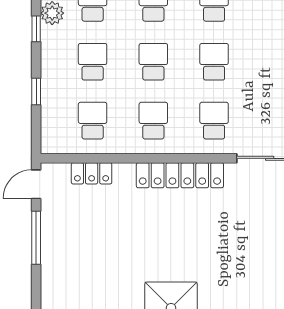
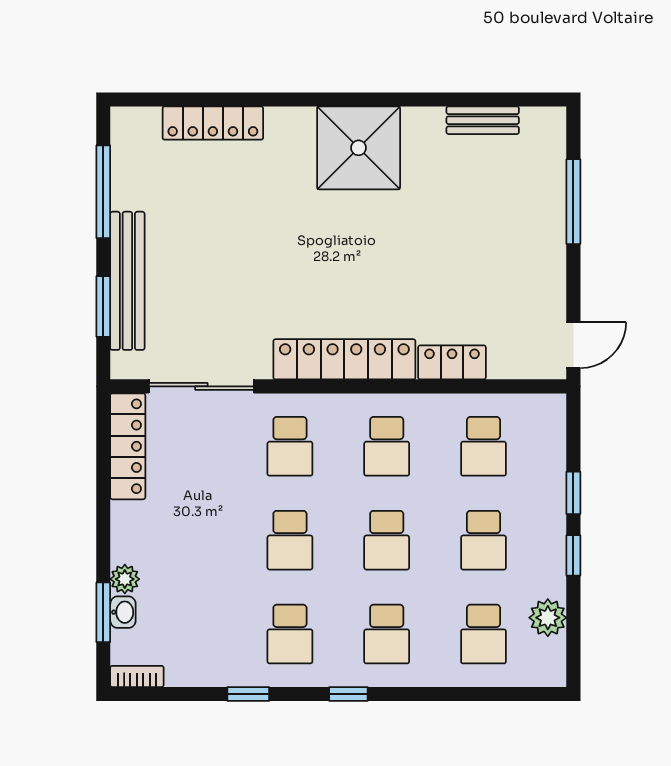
window: (36, 29) -> (573, 555), moved
locker: (92, 173) -> (452, 362), moved
window: (36, 238) -> (573, 202), moved

